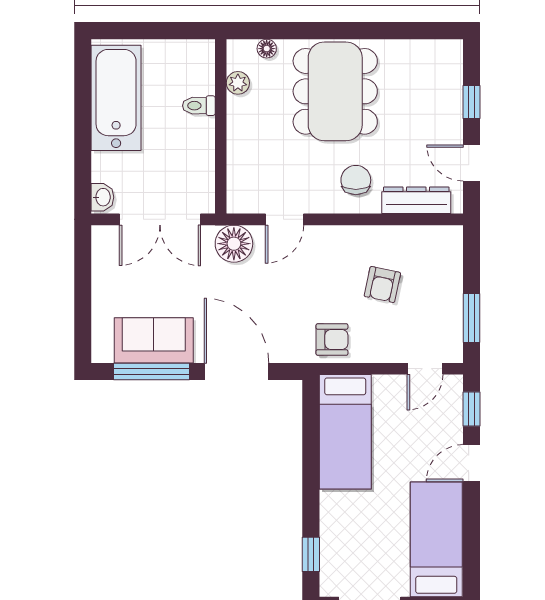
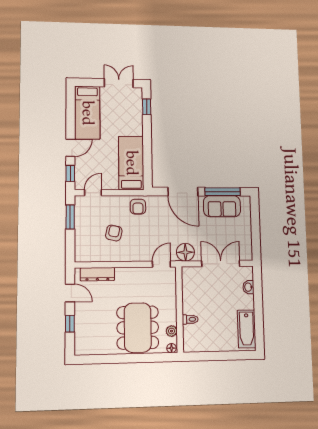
plant: (238, 83) -> (172, 331), moved
bathtub: (116, 98) -> (247, 329), width x0.73, depth x0.73
toilet: (199, 106) -> (190, 319), moved
wall: (221, 126) -> (179, 309), moved
chair: (356, 180) -> (127, 284), removed
washbasin: (102, 197) -> (248, 287), moved
armchair: (332, 340) -> (138, 207), turned -90

